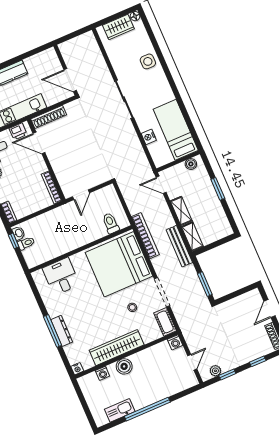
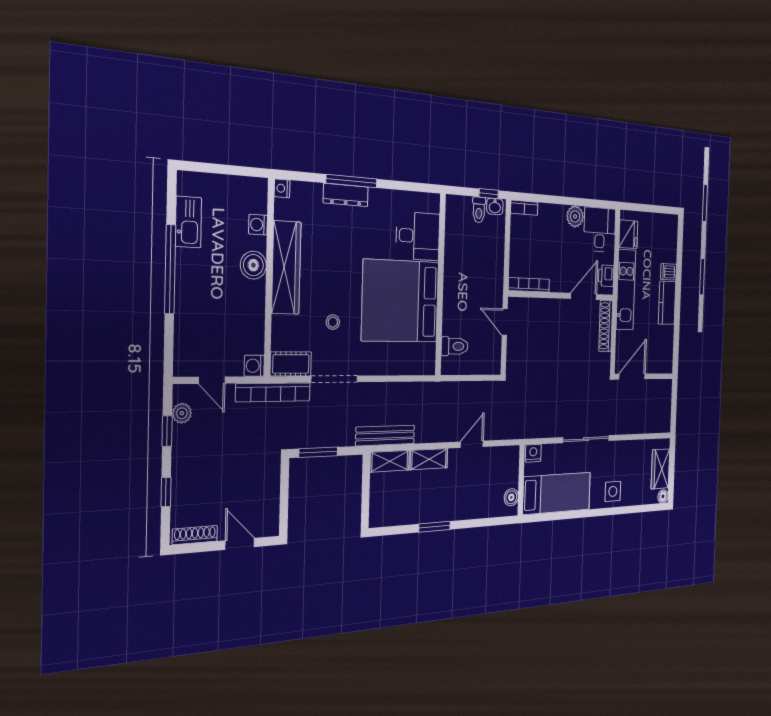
bed: (176, 130) -> (557, 493), moved
wall: (178, 161) -> (521, 480), moved
boiler: (191, 164) -> (511, 497), moved
bookcase: (145, 236) -> (273, 392), moved
bed: (119, 264) -> (400, 301), moved, turned -90

